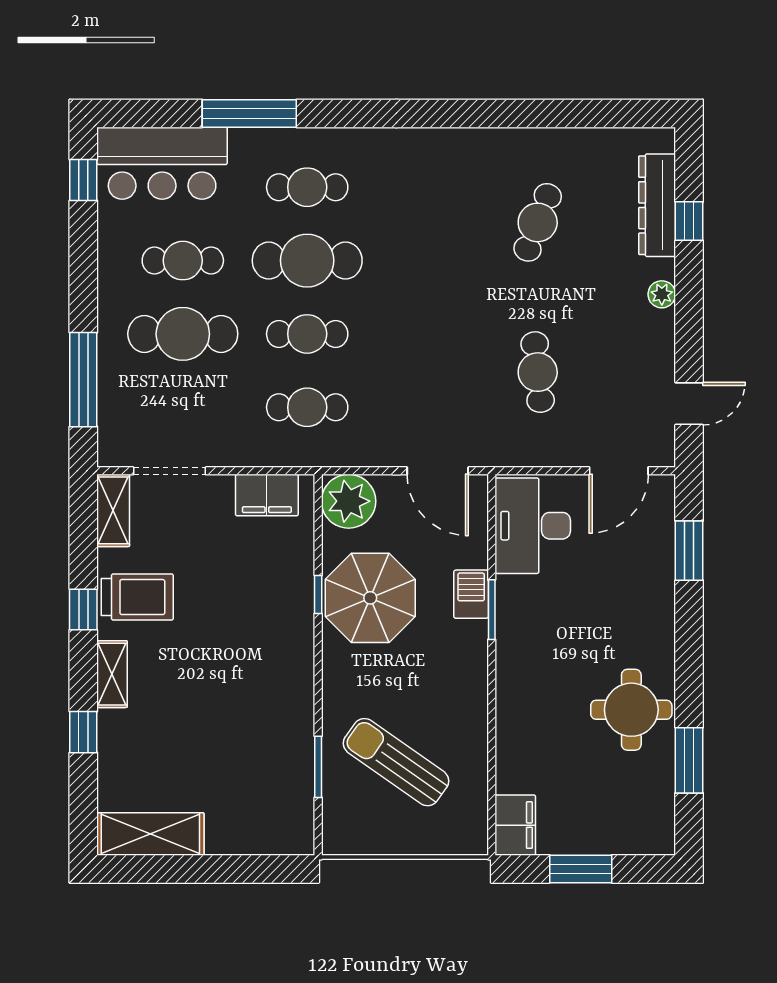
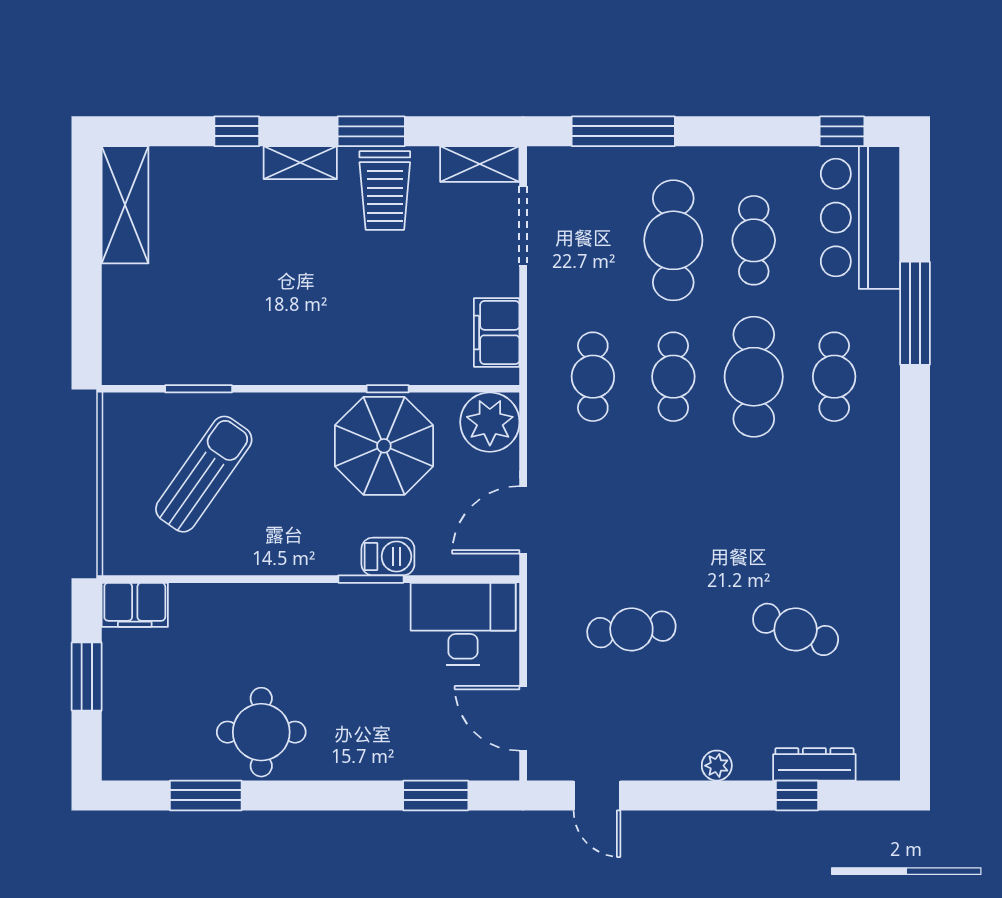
dresser: (657, 205) -> (814, 764), width x0.73, depth x0.80
window: (83, 609) -> (371, 131), width x1.50

